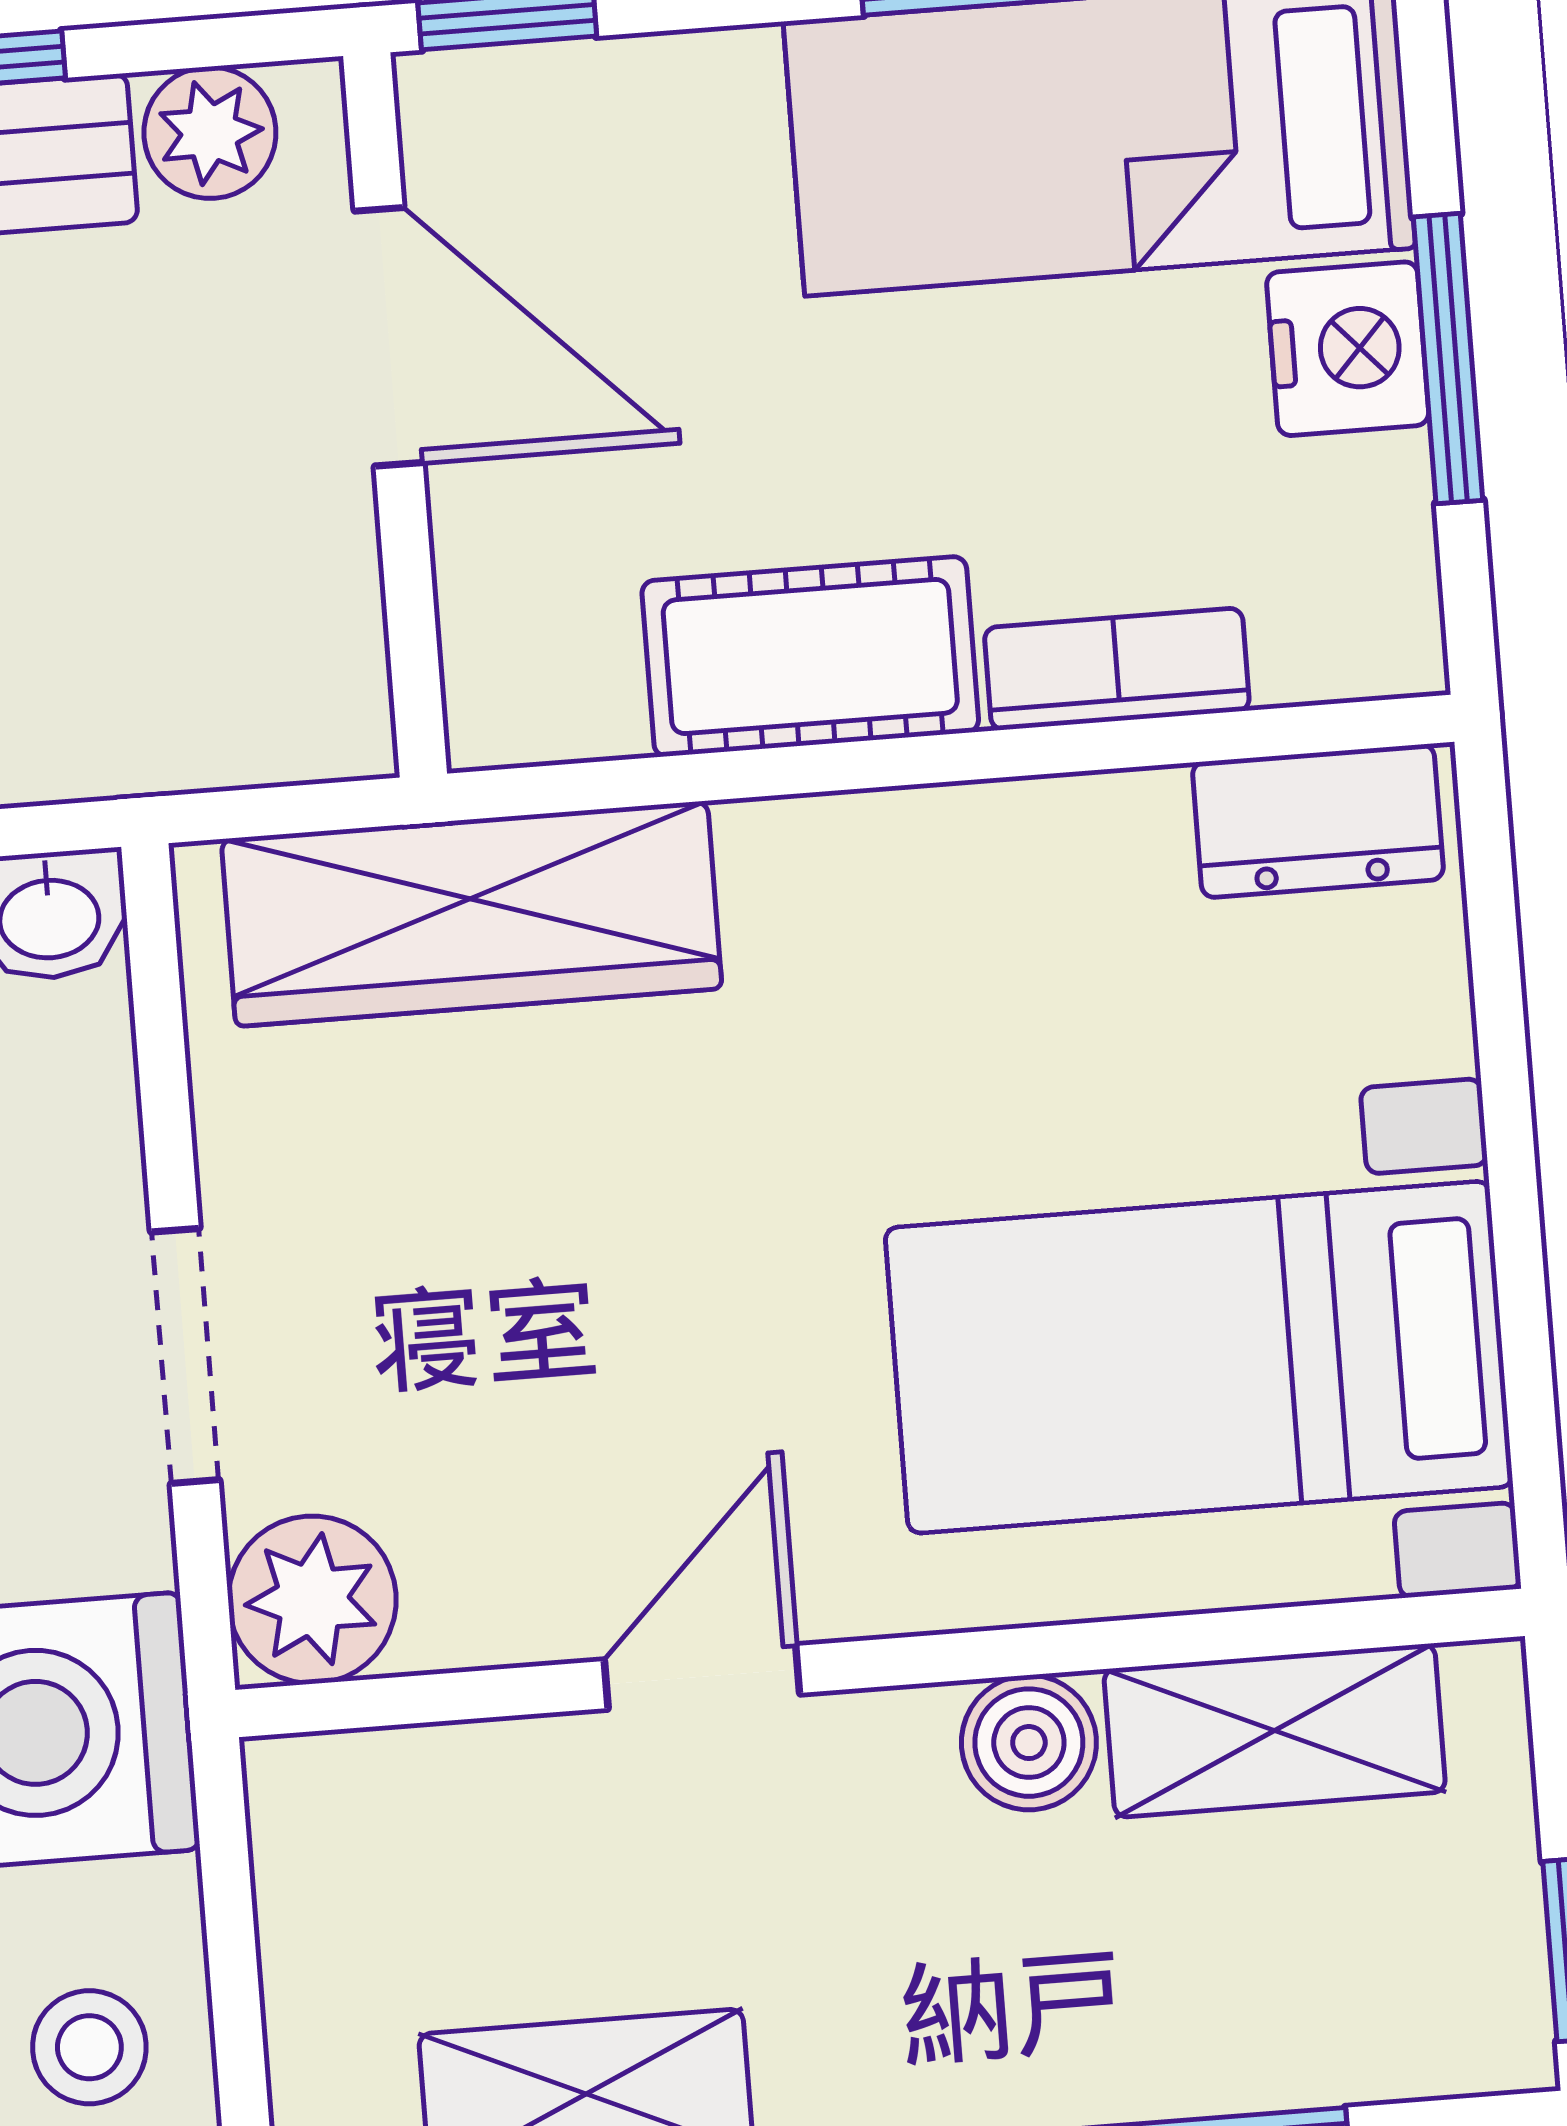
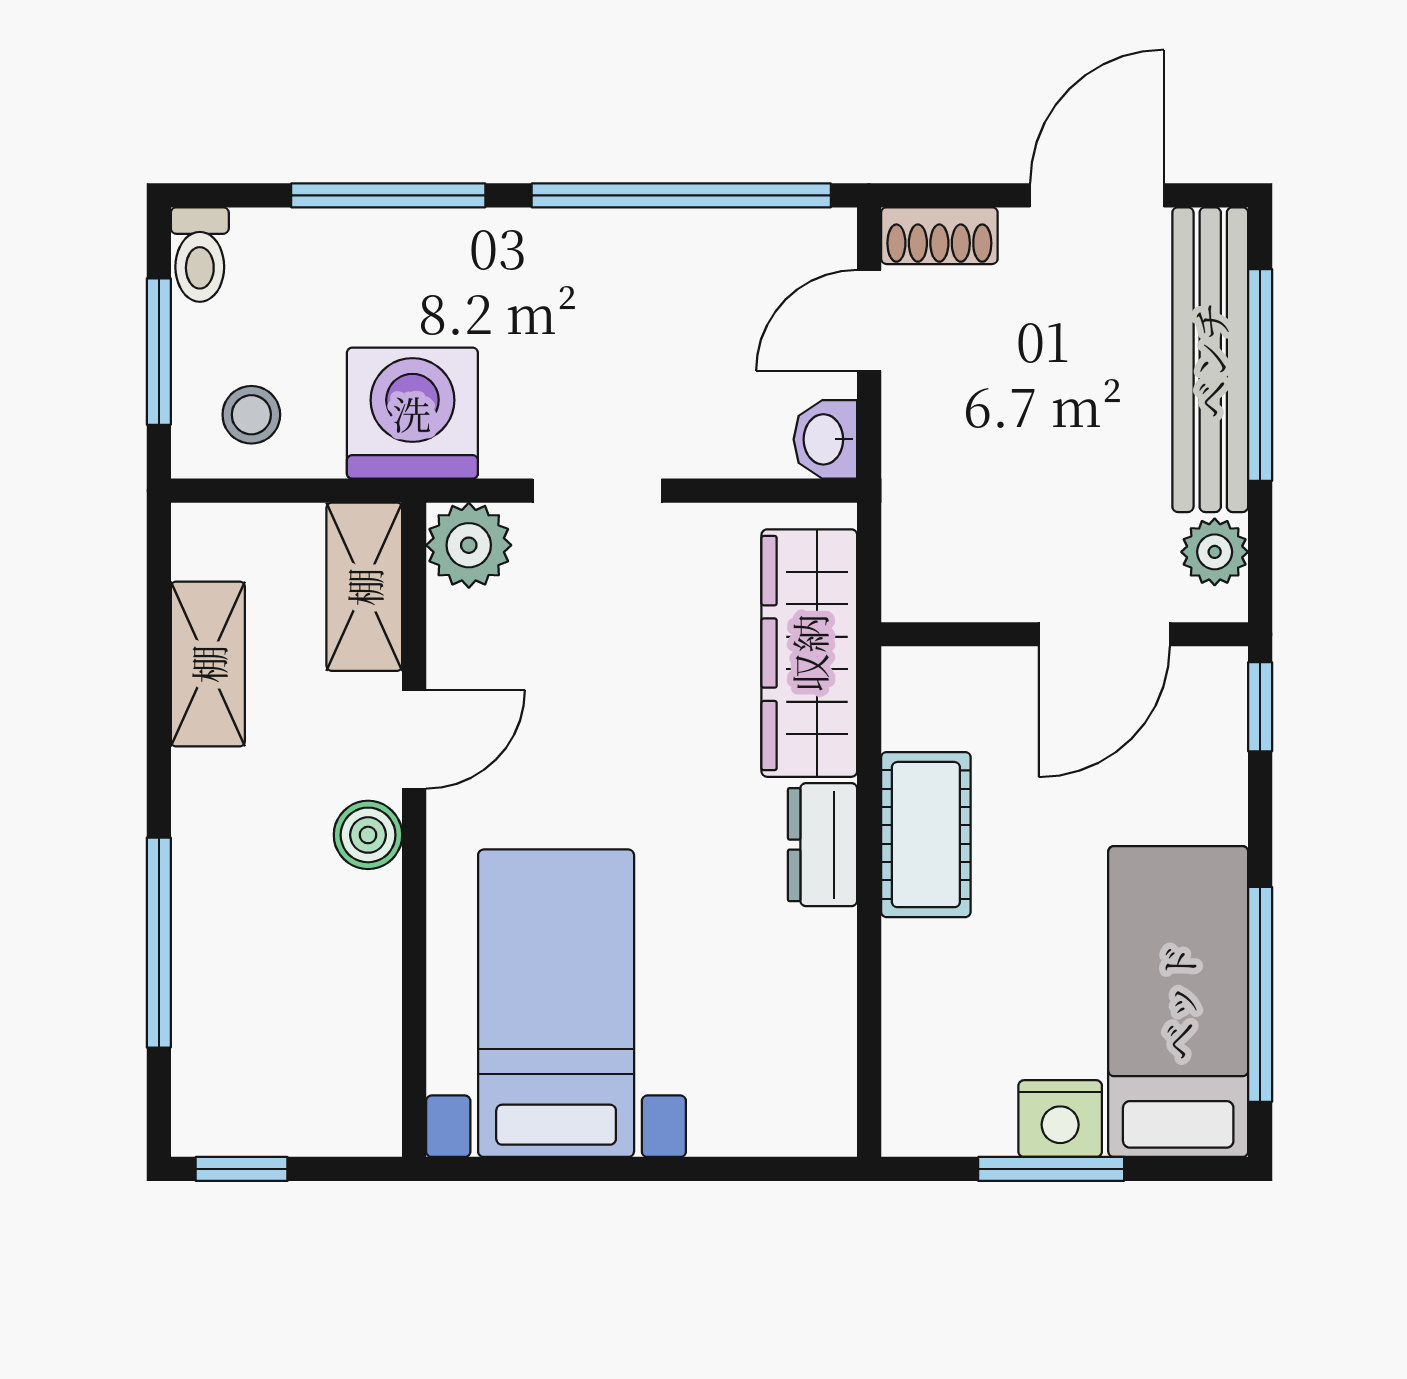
bookcase: (1117, 669) -> (907, 989), removed
dresser: (1318, 821) -> (823, 845), moved
door: (702, 1677) -> (414, 739), hinge flipped
shelving: (1275, 1730) -> (364, 587), moved
boiler: (1029, 1743) -> (368, 835), moved

